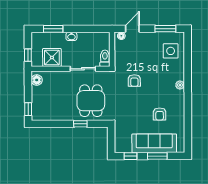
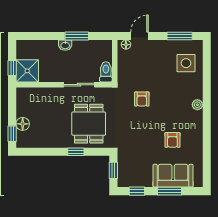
window: (53, 29) -> (77, 36), moved
shower: (52, 58) -> (27, 71), moved
floor lamp: (37, 80) -> (23, 124), moved
window: (111, 139) -> (113, 170), added
sofa: (154, 143) -> (173, 176), width x0.73

